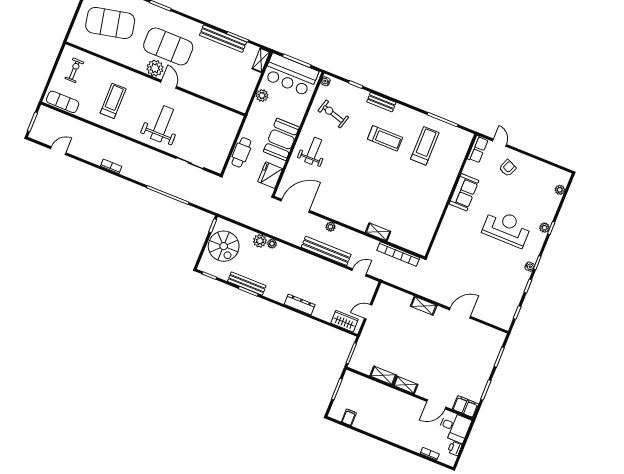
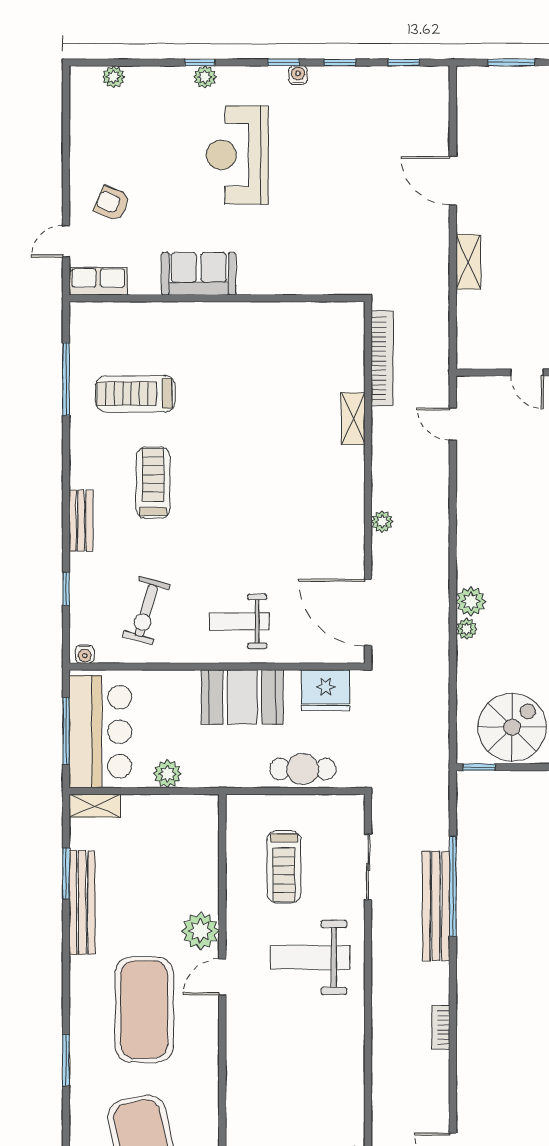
plant: (155, 68) -> (200, 931), moved
treadmill: (113, 101) -> (284, 867), moved, turned -90
plant: (260, 241) -> (471, 601), moved
bench: (326, 251) -> (436, 906), moved

